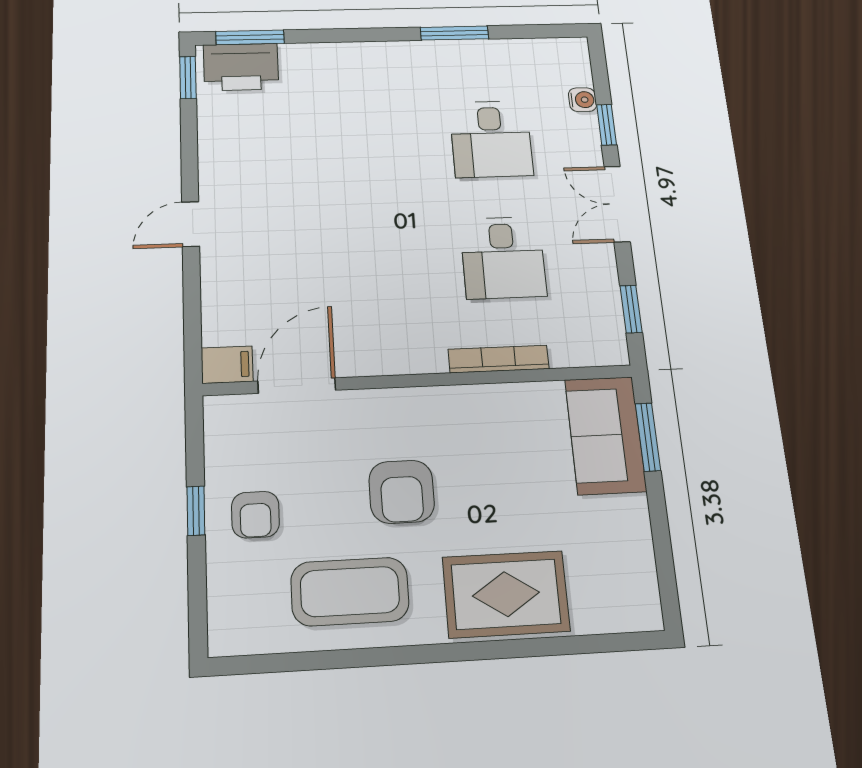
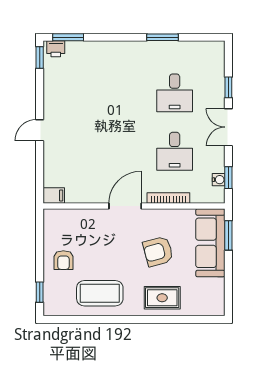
printer: (241, 67) -> (56, 49), width x0.53, depth x0.68
water cooler: (582, 100) -> (219, 180), moved
door: (297, 386) -> (125, 206), moved
sofa: (605, 435) -> (210, 243), width x1.36
armchair: (402, 492) -> (158, 251), moved, turned 75
window: (196, 511) -> (40, 292), moved
rug: (506, 594) -> (162, 298), width x0.73, depth x0.70

